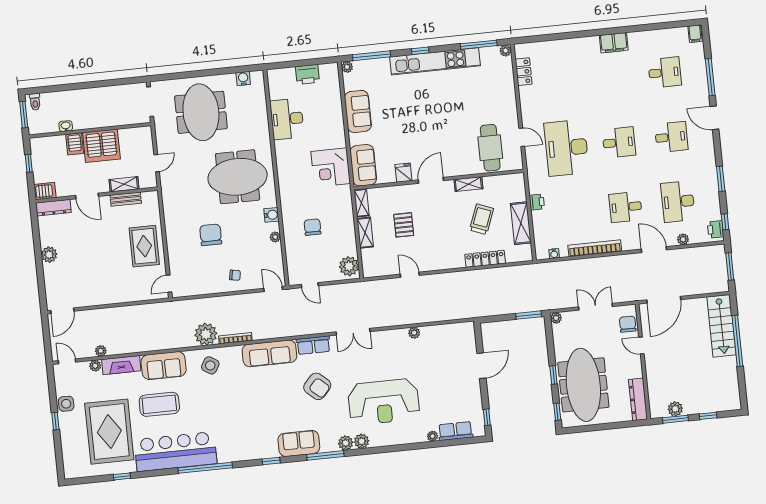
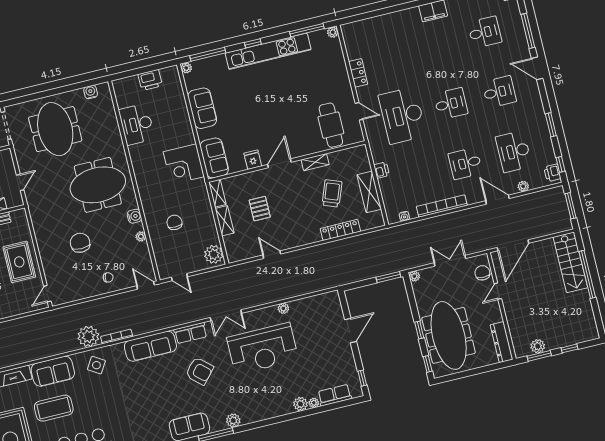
locker: (524, 72) -> (358, 73), moved
door: (641, 346) -> (498, 291), hinge flipped
reception desk: (384, 402) -> (263, 349), moved
plant: (362, 441) -> (301, 404), moved

